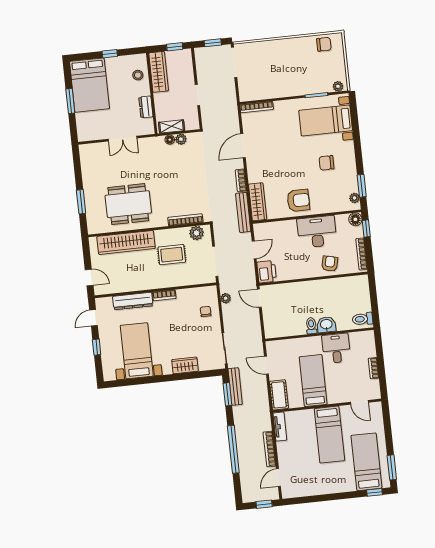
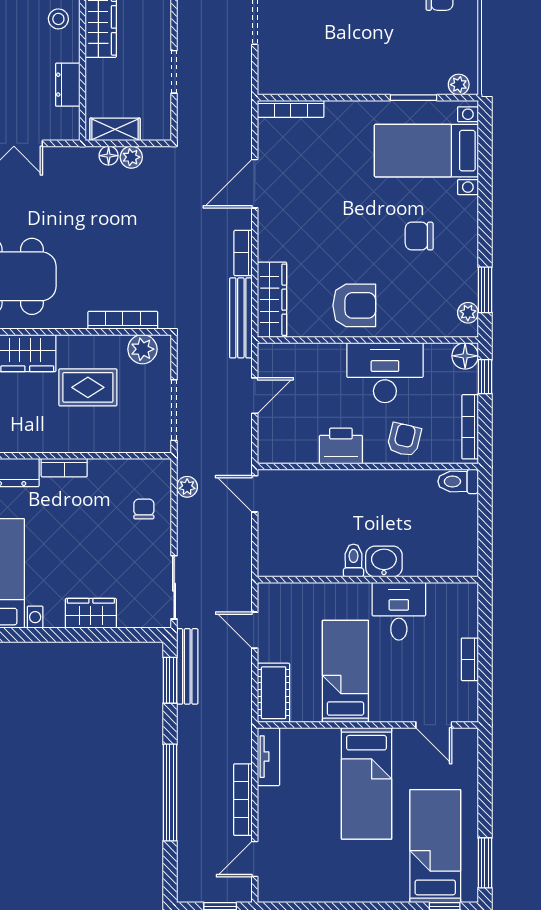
printer: (267, 272) -> (341, 446), moved, turned -90
toilet: (363, 319) -> (458, 481), moved

